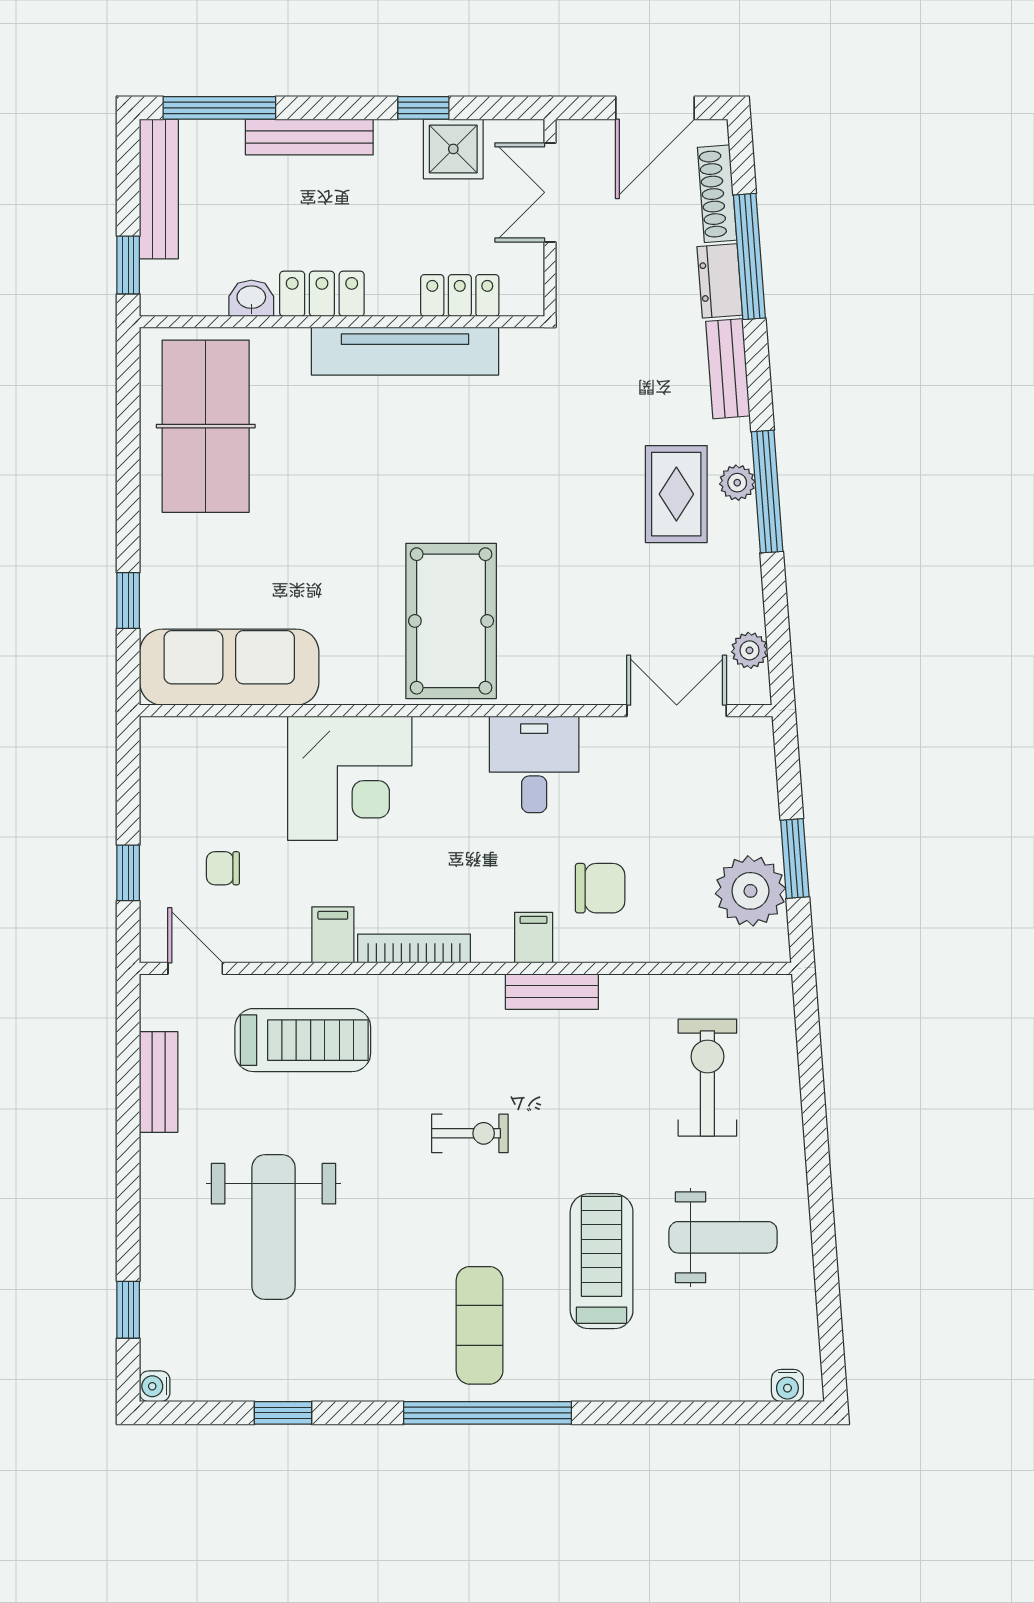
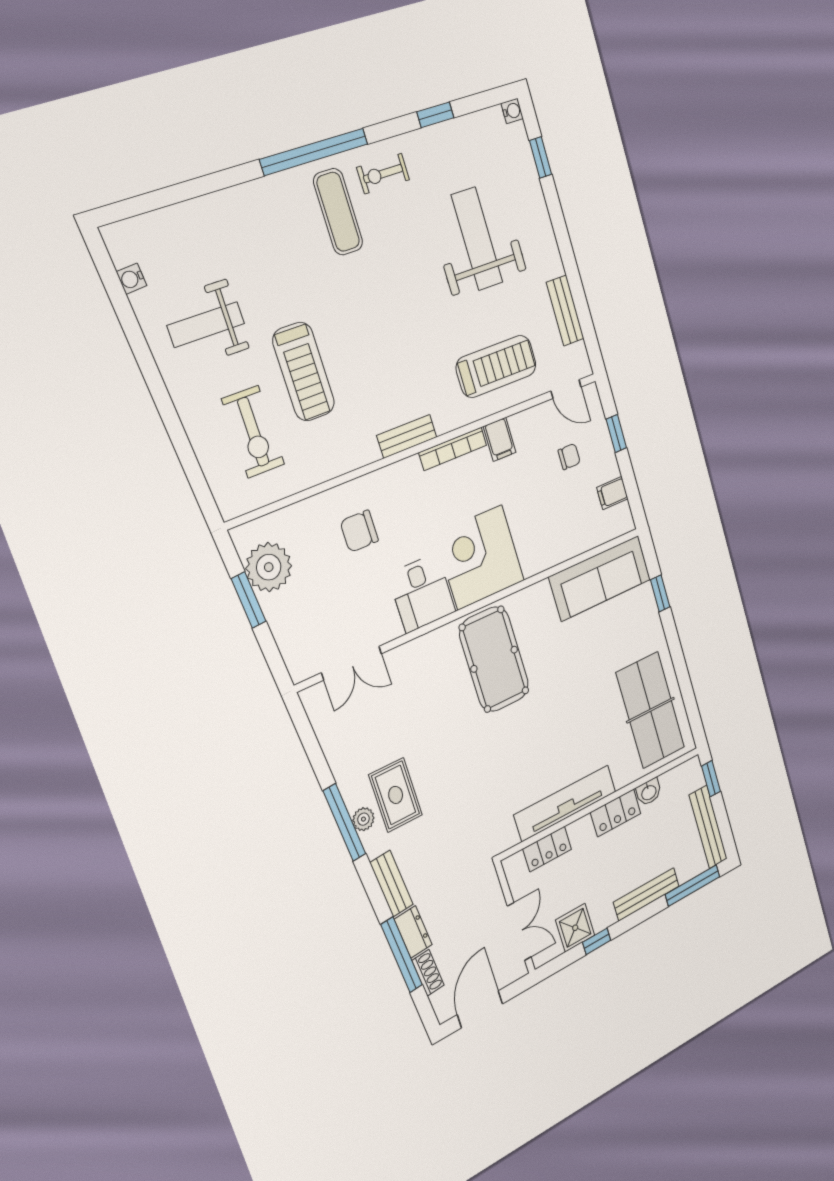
shoe rack: (717, 194) -> (428, 973), width x0.70
plant: (750, 650) -> (322, 720), removed
corner desk: (350, 778) -> (480, 557), moved
filing cabinet: (534, 938) -> (612, 493), moved, turned 90
bench: (552, 992) -> (407, 436), moved
treadmill: (303, 1040) -> (496, 366), turned 180
exercise bike: (470, 1133) -> (383, 174), moved
treadmill: (602, 1261) -> (304, 372), moved
water cooler: (787, 1386) -> (131, 279), moved, turned -94

